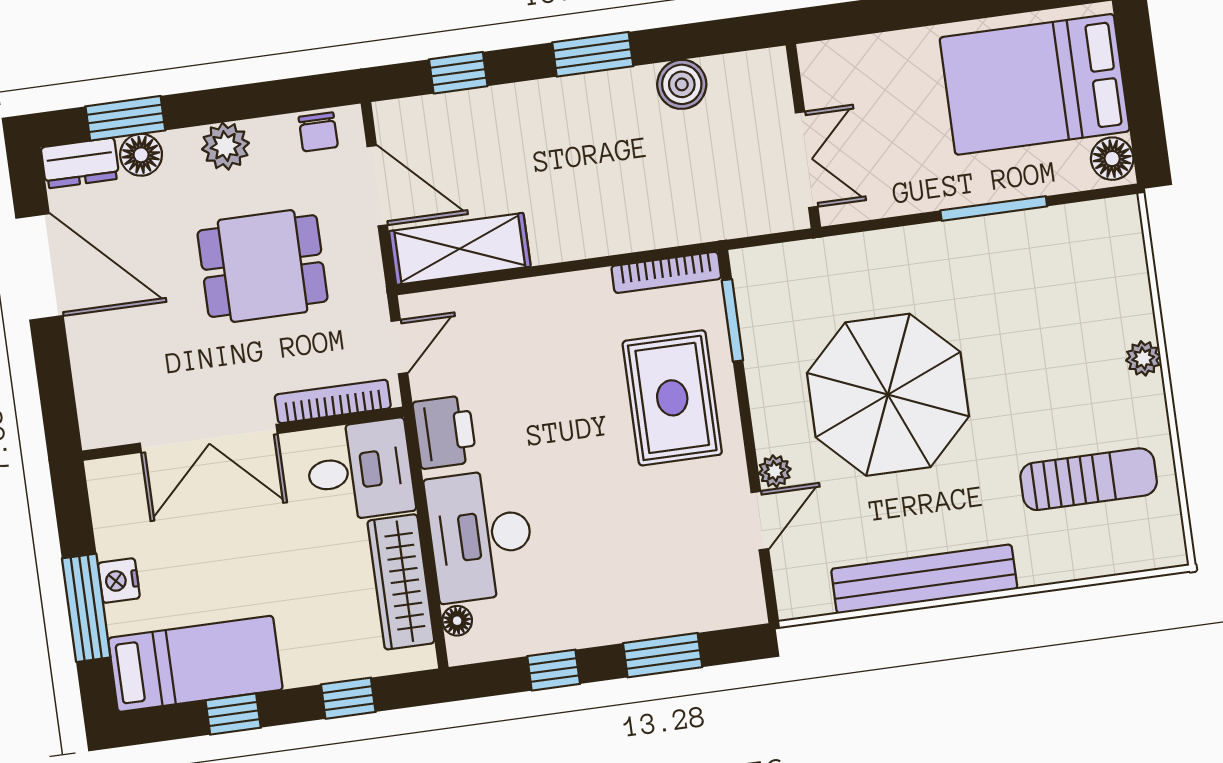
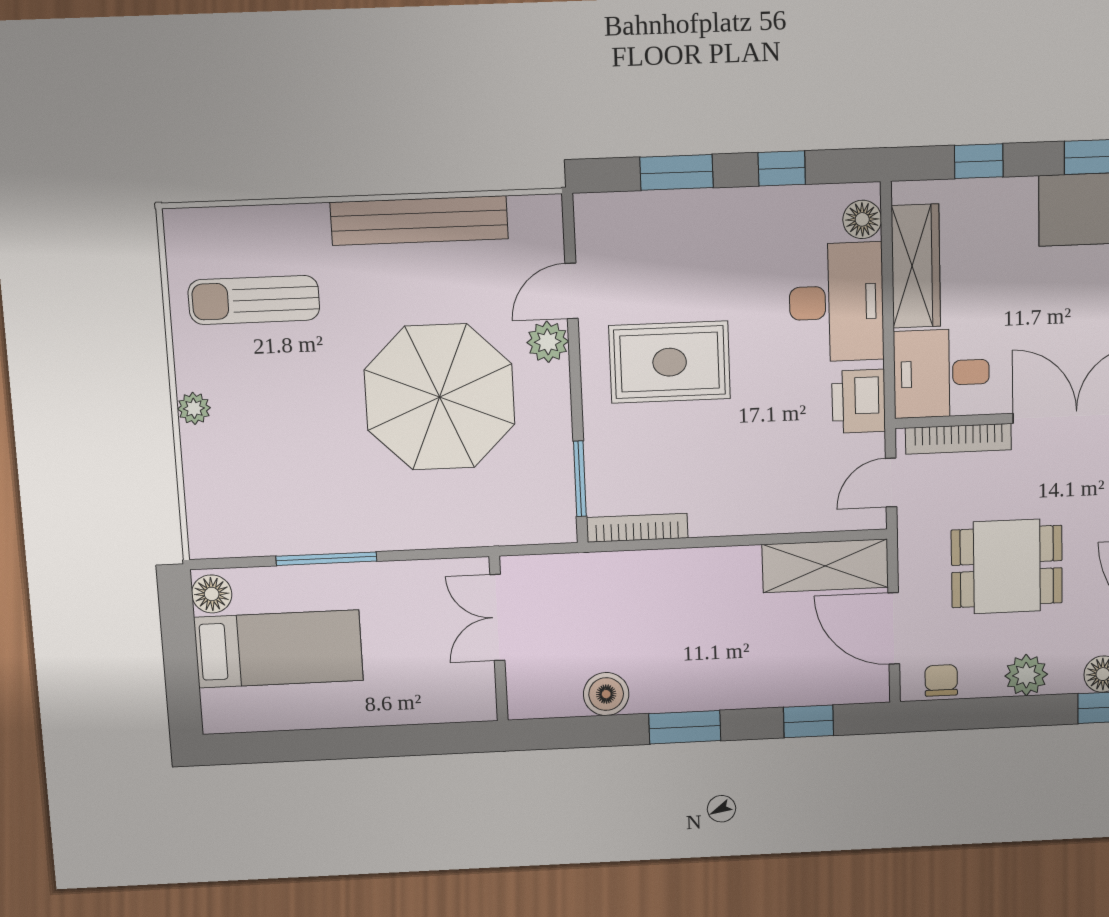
bed: (1035, 84) -> (279, 649), width x0.67
rug: (672, 398) -> (670, 362), moved, turned 90
plant: (775, 471) -> (548, 342), width x1.38, depth x1.38
floor lamp: (457, 621) -> (862, 219), width x1.37, depth x1.37

